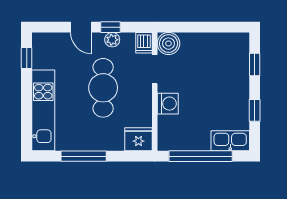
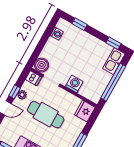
washing machine: (224, 40) -> (57, 34), added
window: (255, 110) -> (114, 43), moved

